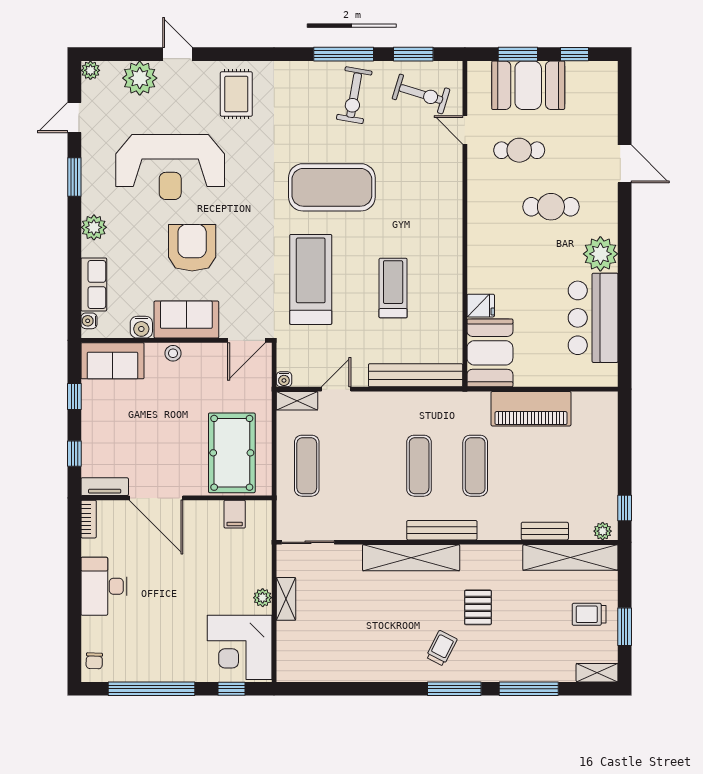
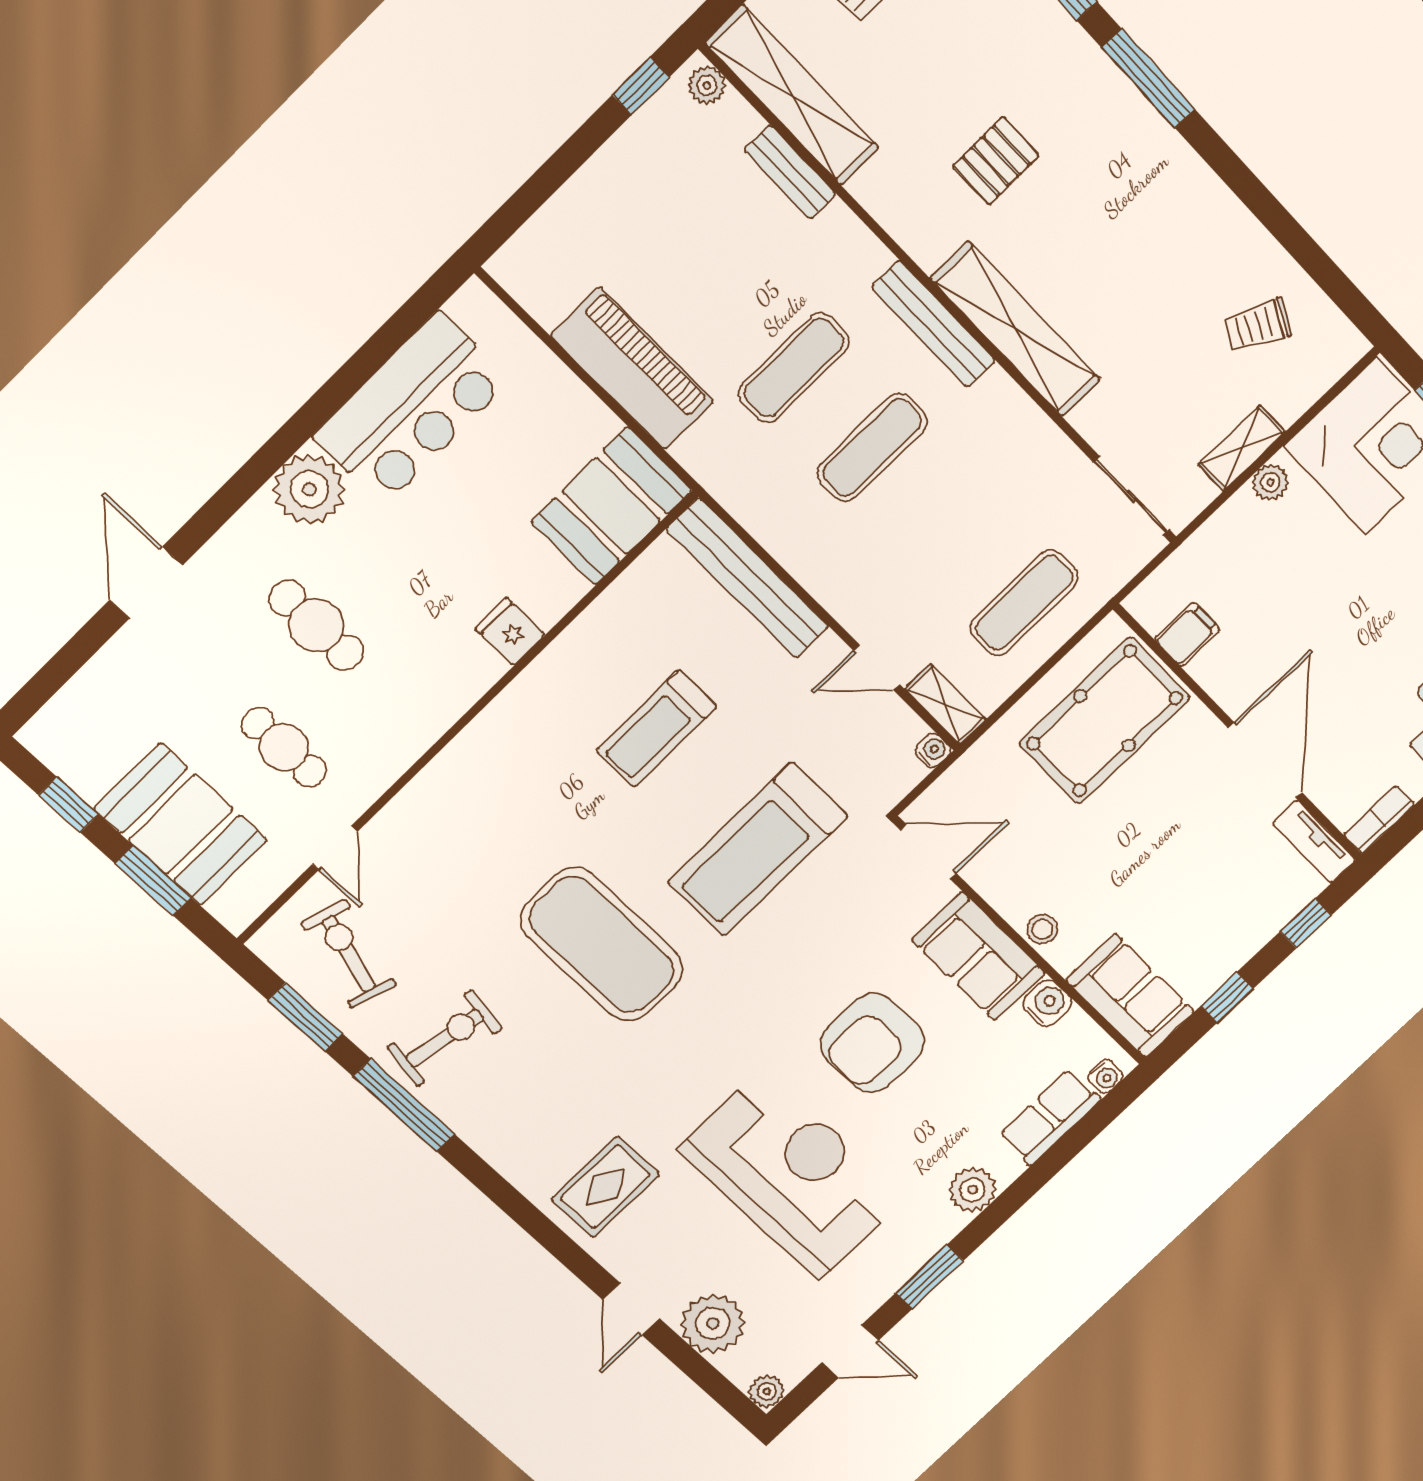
fridge: (481, 306) -> (510, 632), moved
trolley: (441, 648) -> (1258, 325), moved

